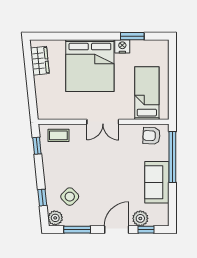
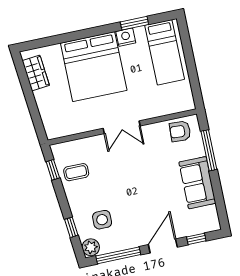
bed: (147, 93) -> (165, 52), moved, turned 180
coffee table: (58, 135) -> (76, 172), moved
window: (172, 157) -> (209, 150), width x0.68
side table: (70, 197) -> (102, 220), turned 45
plant: (140, 218) -> (187, 228), removed
window: (77, 230) -> (118, 255), width x1.44

